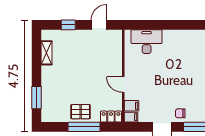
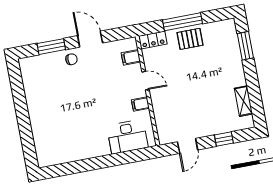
filing cabinet: (131, 117) -> (140, 104), moved

